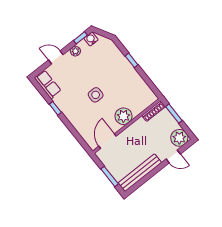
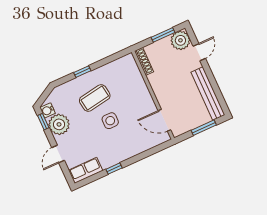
plant: (75, 51) -> (59, 124), width x1.87, depth x1.87
coffee table: (112, 77) -> (95, 98), added
window: (174, 114) -> (163, 35), moved
plant: (123, 116) -> (141, 96), removed

